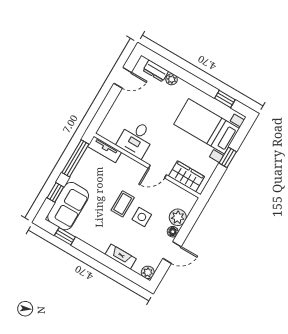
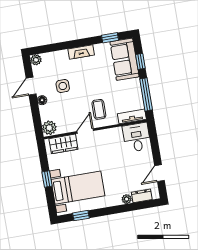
desk: (136, 139) -> (137, 137), moved
coffee table: (123, 204) -> (99, 109), moved
side table: (142, 217) -> (63, 86), moved
plant: (178, 217) -> (49, 128), moved
fireplace: (121, 257) -> (81, 52), moved

